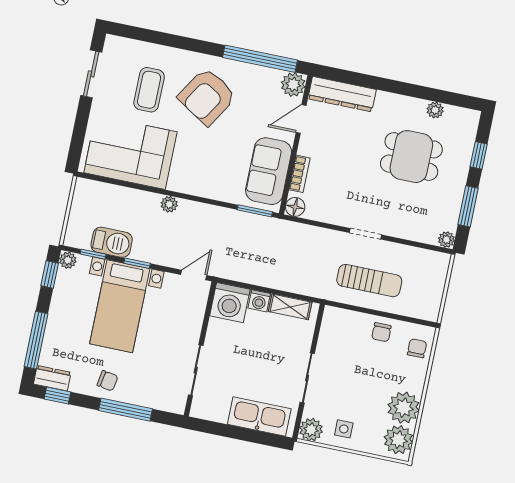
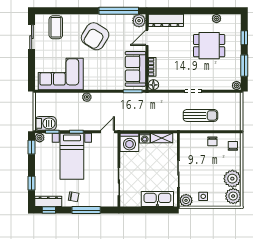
coffee table: (149, 90) -> (56, 27), moved
barbecue: (112, 242) -> (46, 123), moved
window: (36, 340) -> (32, 183), width x0.46
dresser: (52, 378) -> (48, 201), width x1.44

